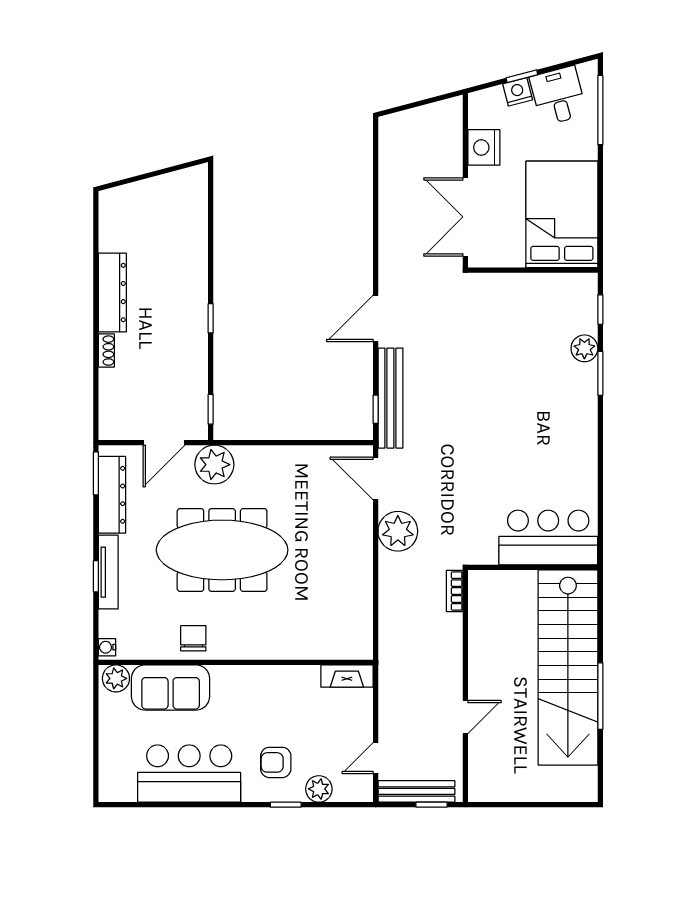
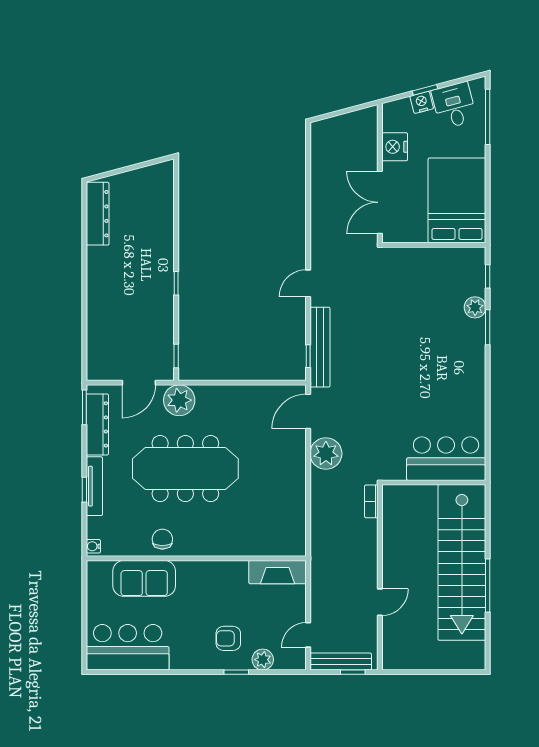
dresser: (112, 293) -> (98, 214), moved
door: (376, 318) -> (308, 283), width x0.73
shoe rack: (106, 351) -> (93, 309), removed
door: (376, 478) -> (308, 411), hinge flipped
fireplace: (347, 676) -> (277, 572), width x1.37, depth x1.32
plant: (116, 678) -> (101, 571), removed
bar counter: (189, 774) -> (128, 647), moved

